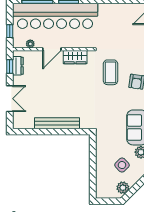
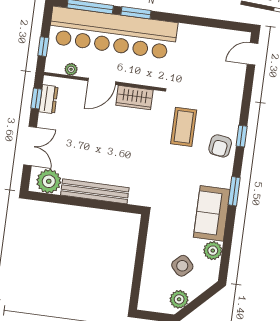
plant: (25, 121) -> (49, 181), added

